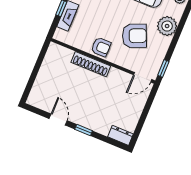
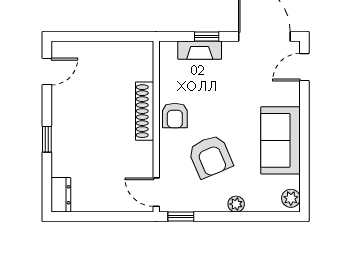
plant: (167, 26) -> (236, 204), width x0.53, depth x0.53
door: (58, 120) -> (47, 71), moved

